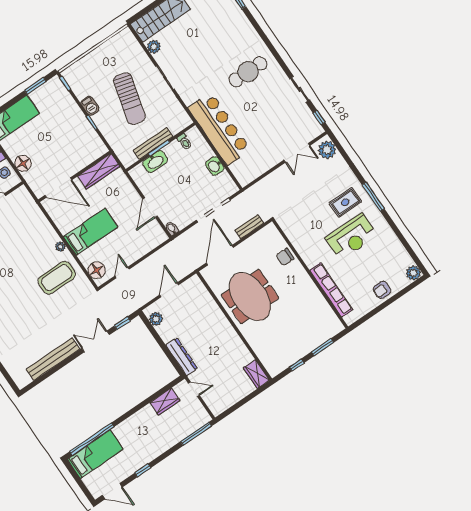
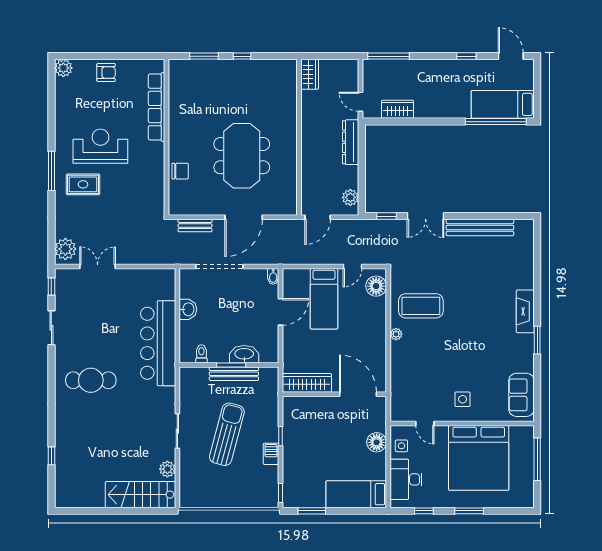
bed: (91, 232) -> (324, 299), moved, turned -90
wall: (234, 326) -> (299, 137), moved
wardrobe: (256, 374) -> (310, 74), moved

